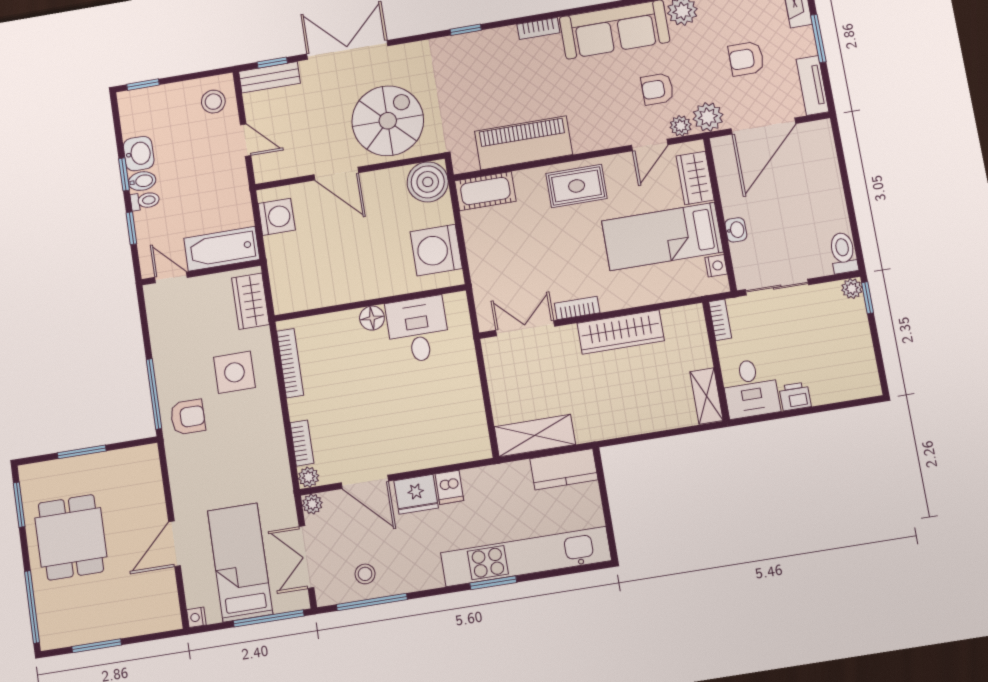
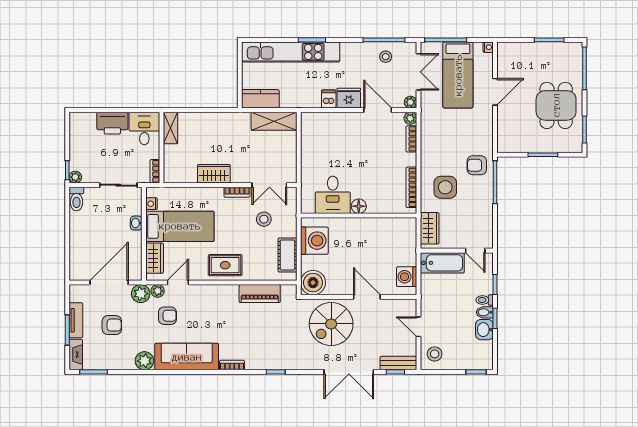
tv unit: (812, 85) -> (76, 320), moved
piano: (524, 143) -> (260, 294), width x0.73, depth x0.75
cot: (485, 191) -> (287, 255), moved, turned 90
stool: (525, 271) -> (264, 219), added
wardrobe: (621, 332) -> (214, 174), width x0.67
printer: (795, 396) -> (112, 123), width x1.87, depth x1.48

